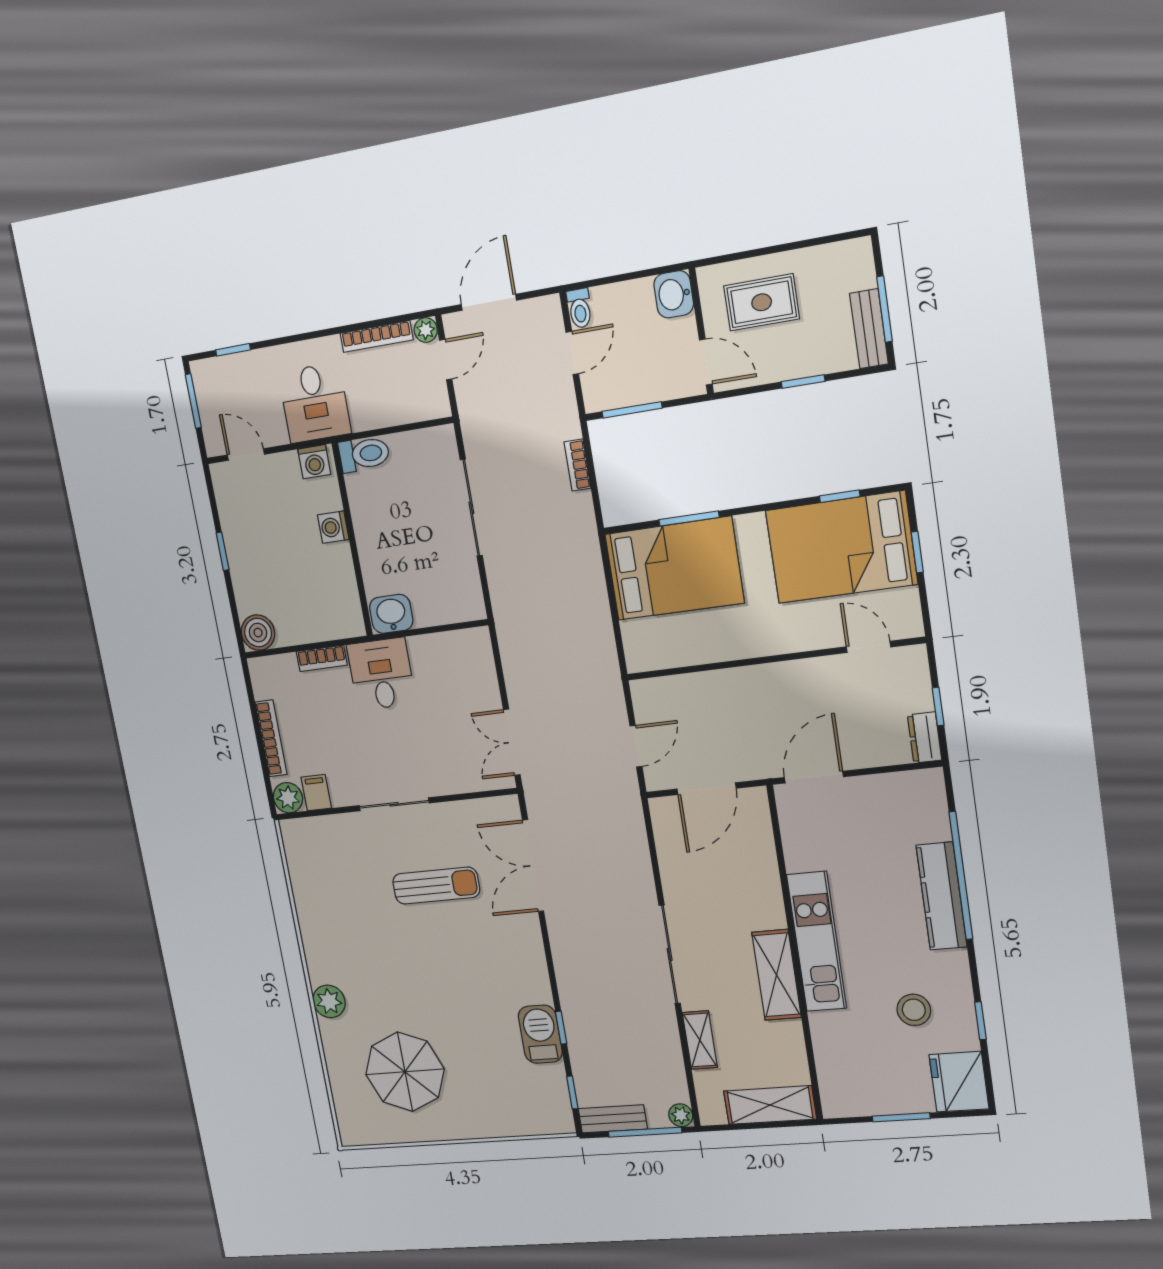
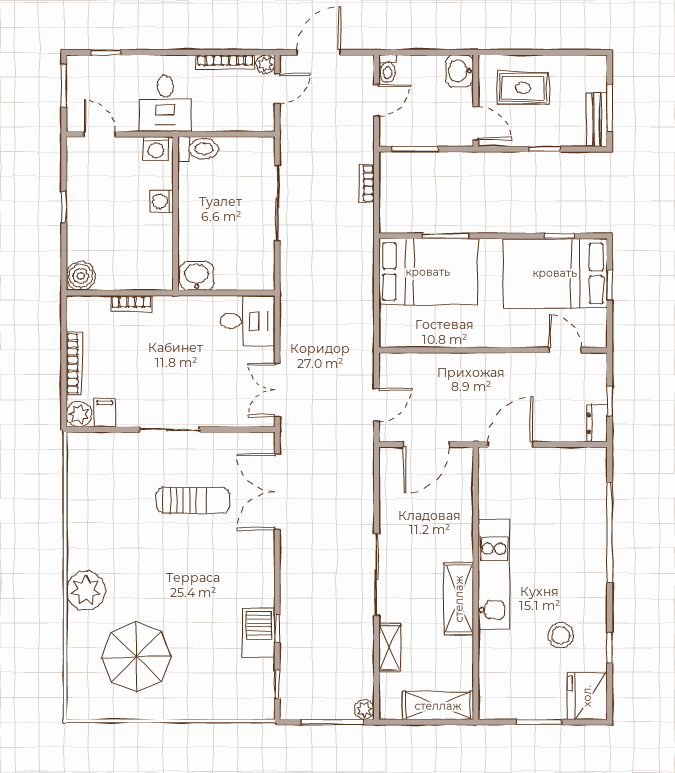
desk: (381, 674) -> (248, 321), moved, turned 90
kitchen counter: (942, 896) -> (593, 547), removed
plant: (329, 1001) -> (86, 591), width x1.36, depth x1.36
bench: (613, 1119) -> (307, 709), removed

